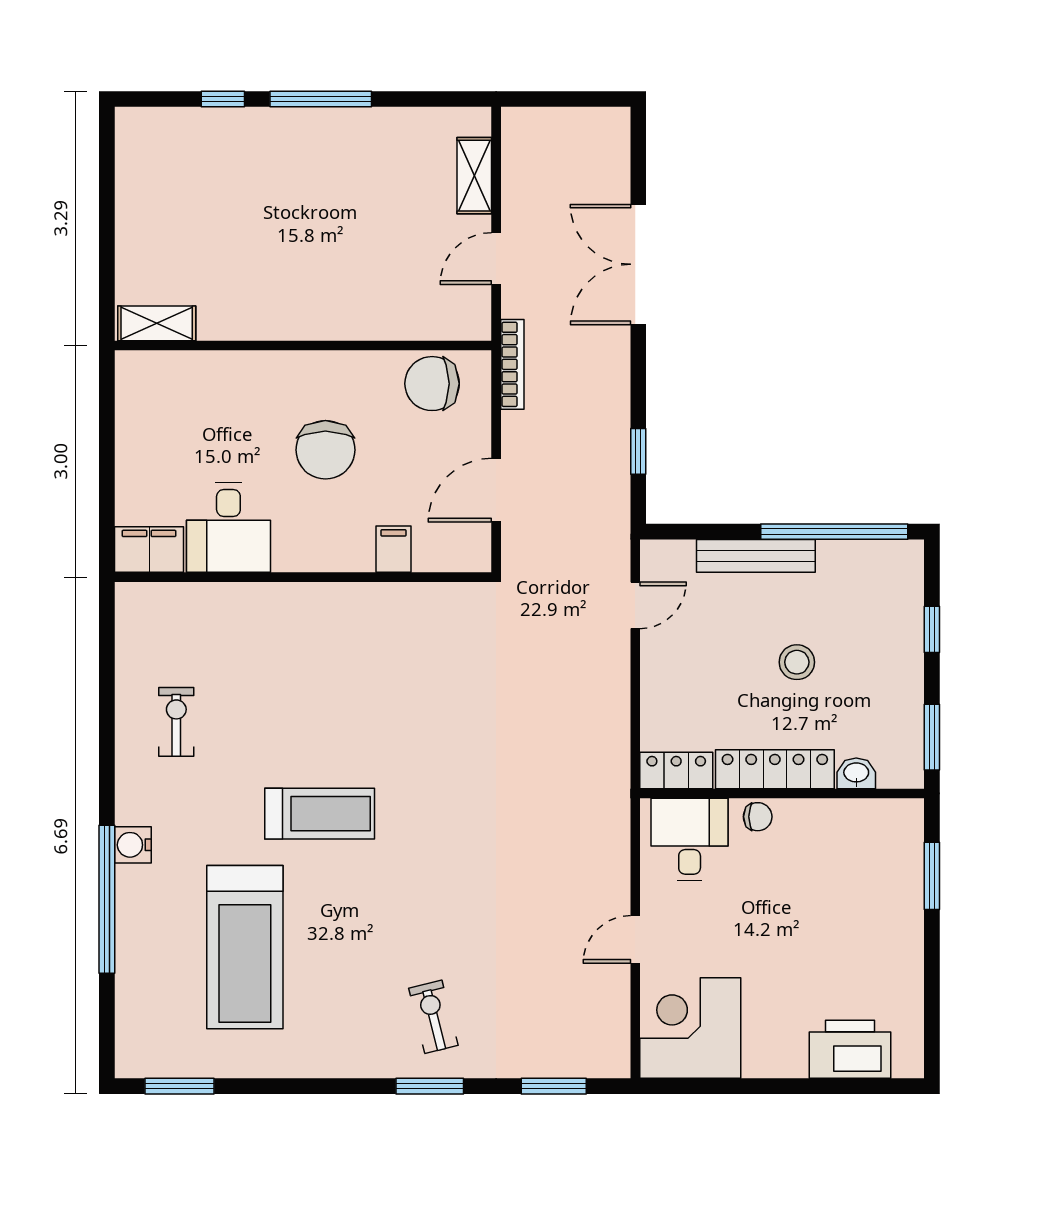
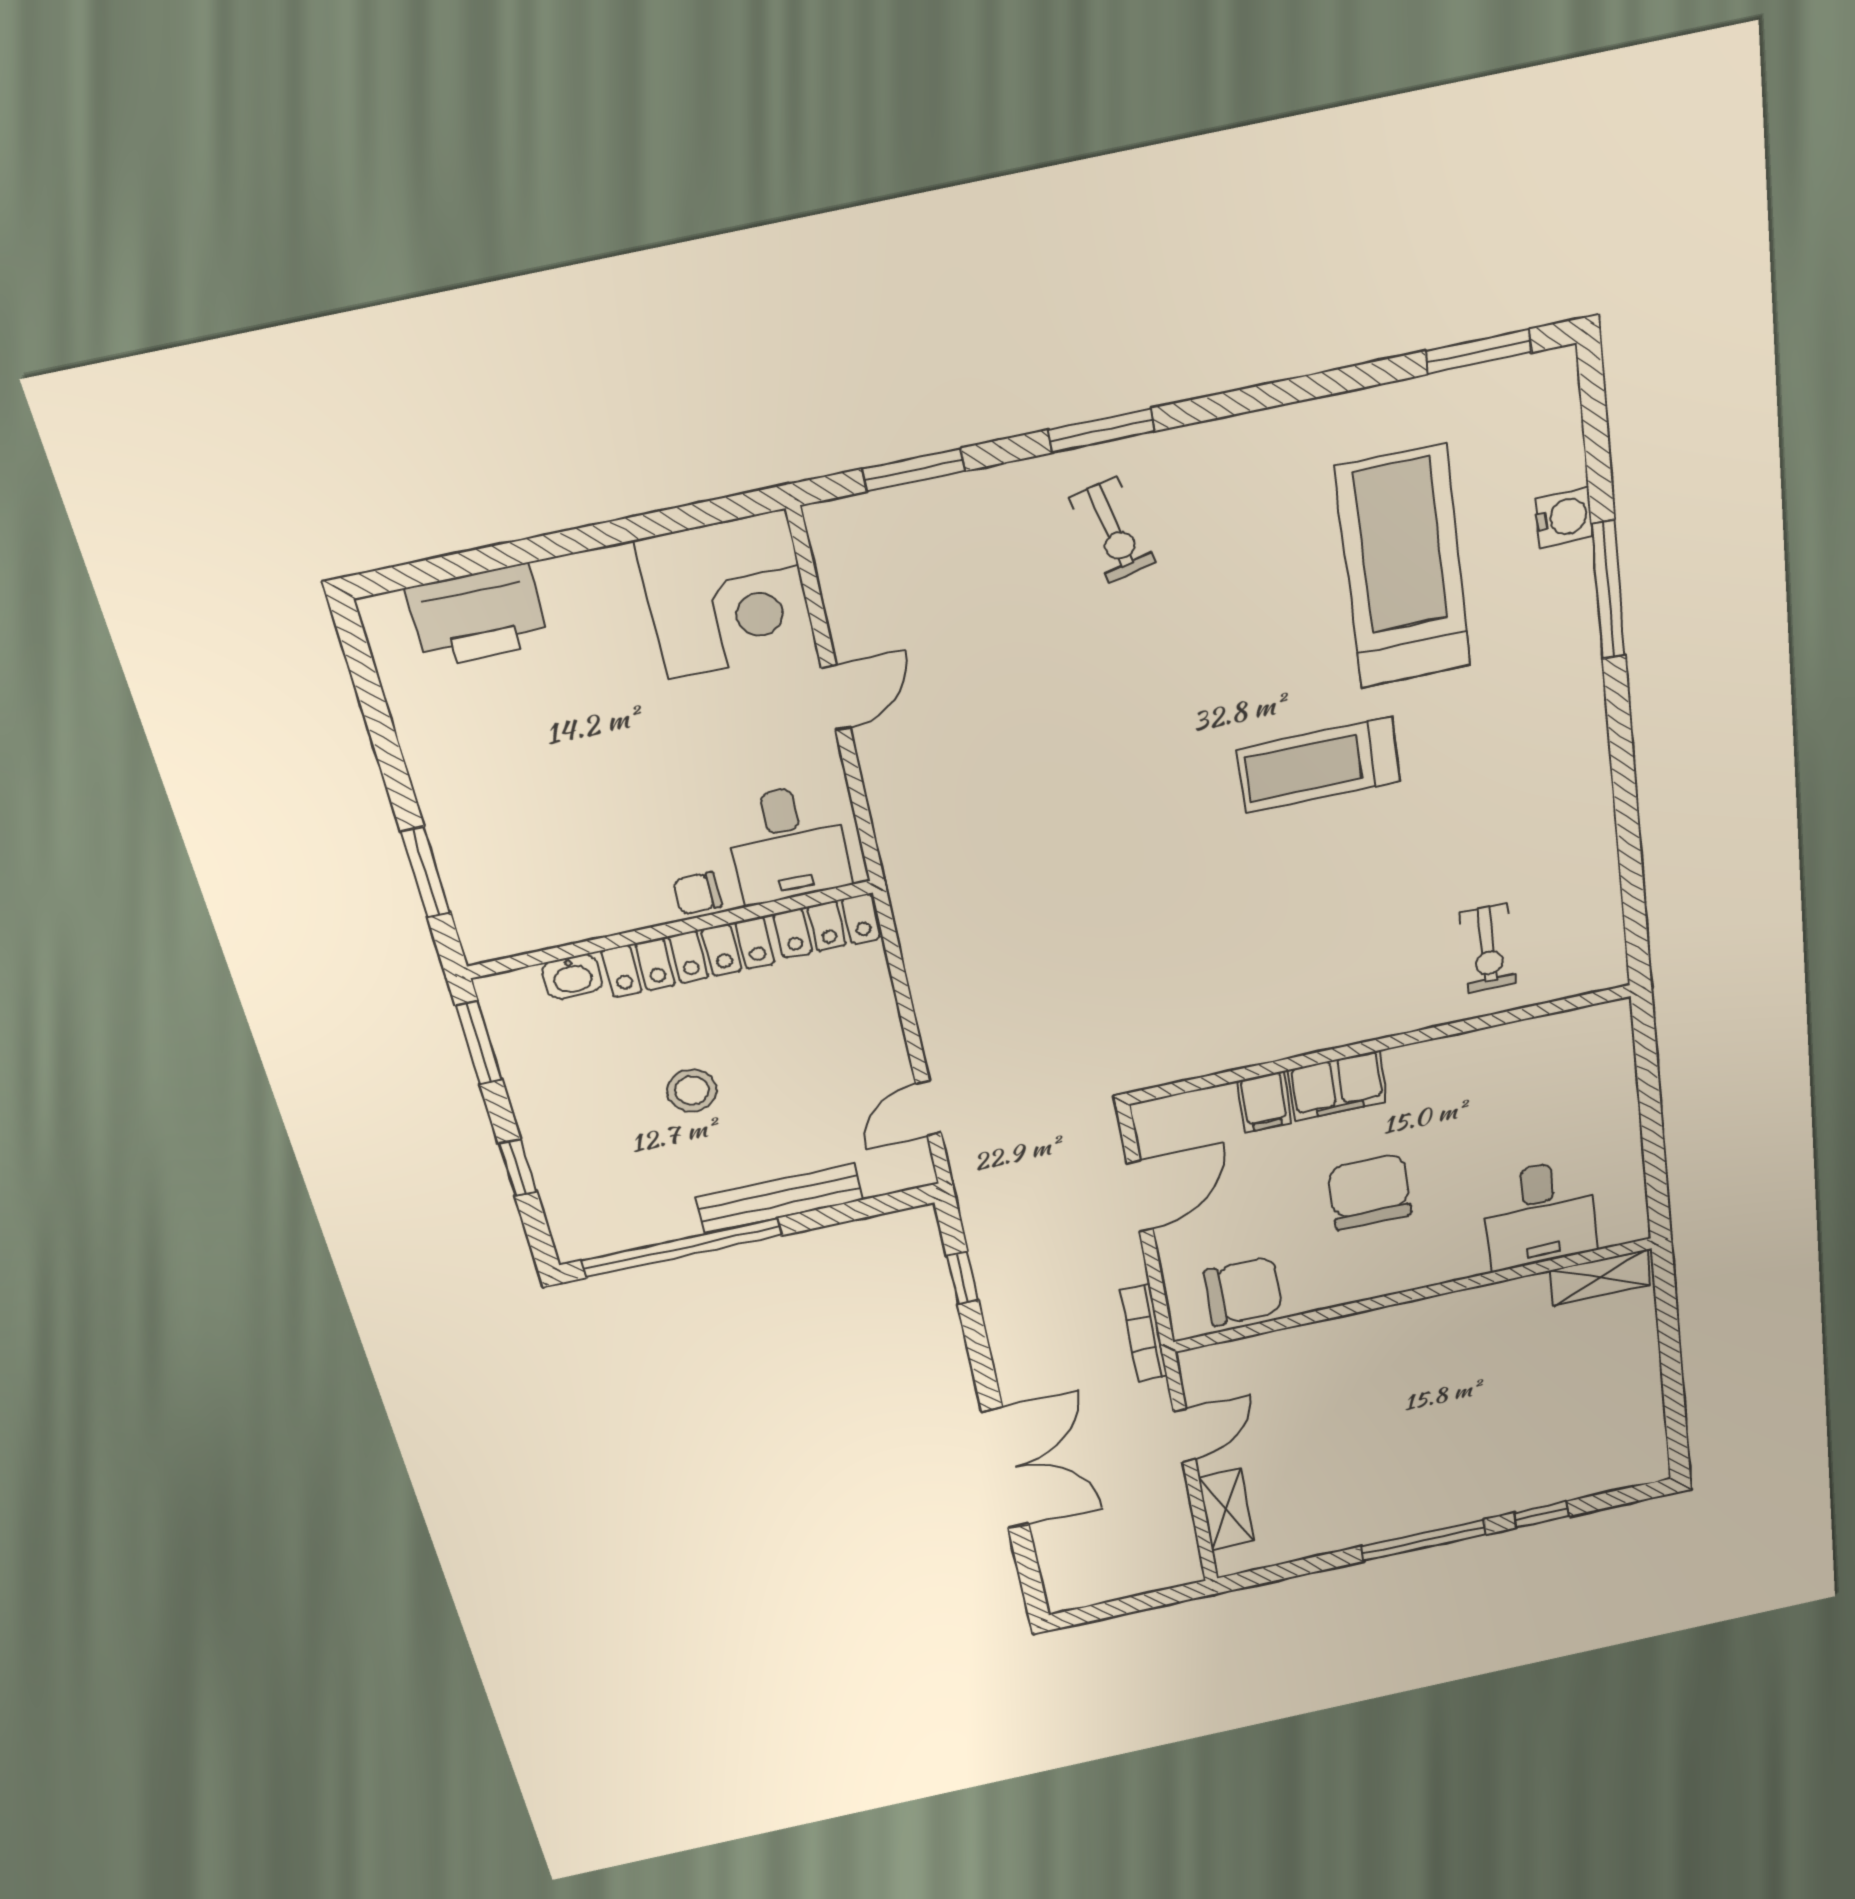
desk: (228, 527) -> (1540, 1214), moved, turned 180
filing cabinet: (149, 550) -> (1337, 1086), moved
exercise bike: (176, 722) -> (1488, 948), moved
water cooler: (133, 845) -> (1564, 517), moved
window: (107, 899) -> (1608, 590), width x0.68

